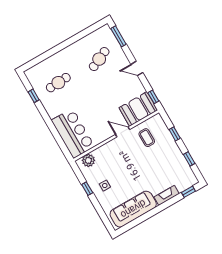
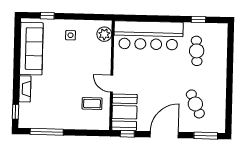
door: (137, 68) -> (164, 135), width x1.87
door: (123, 132) -> (112, 84), swing flipped
bar counter: (73, 133) -> (148, 35), width x1.36
window: (175, 134) -> (79, 133), removed
window: (189, 159) -> (47, 132), width x2.17
window: (87, 189) -> (47, 16), moved

